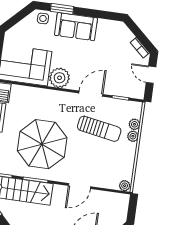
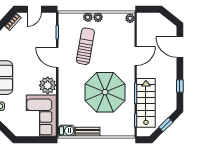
plant: (134, 124) -> (98, 17), moved
door: (80, 186) -> (136, 56), hinge flipped

